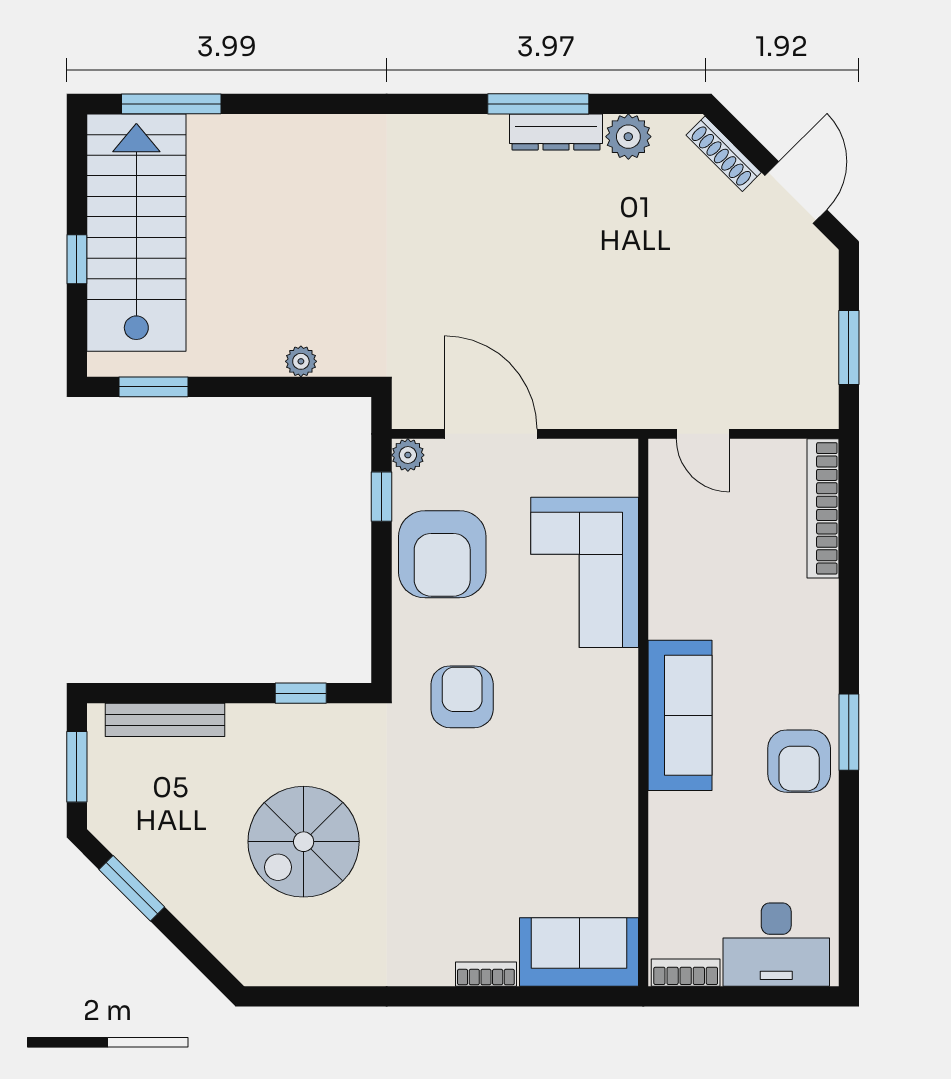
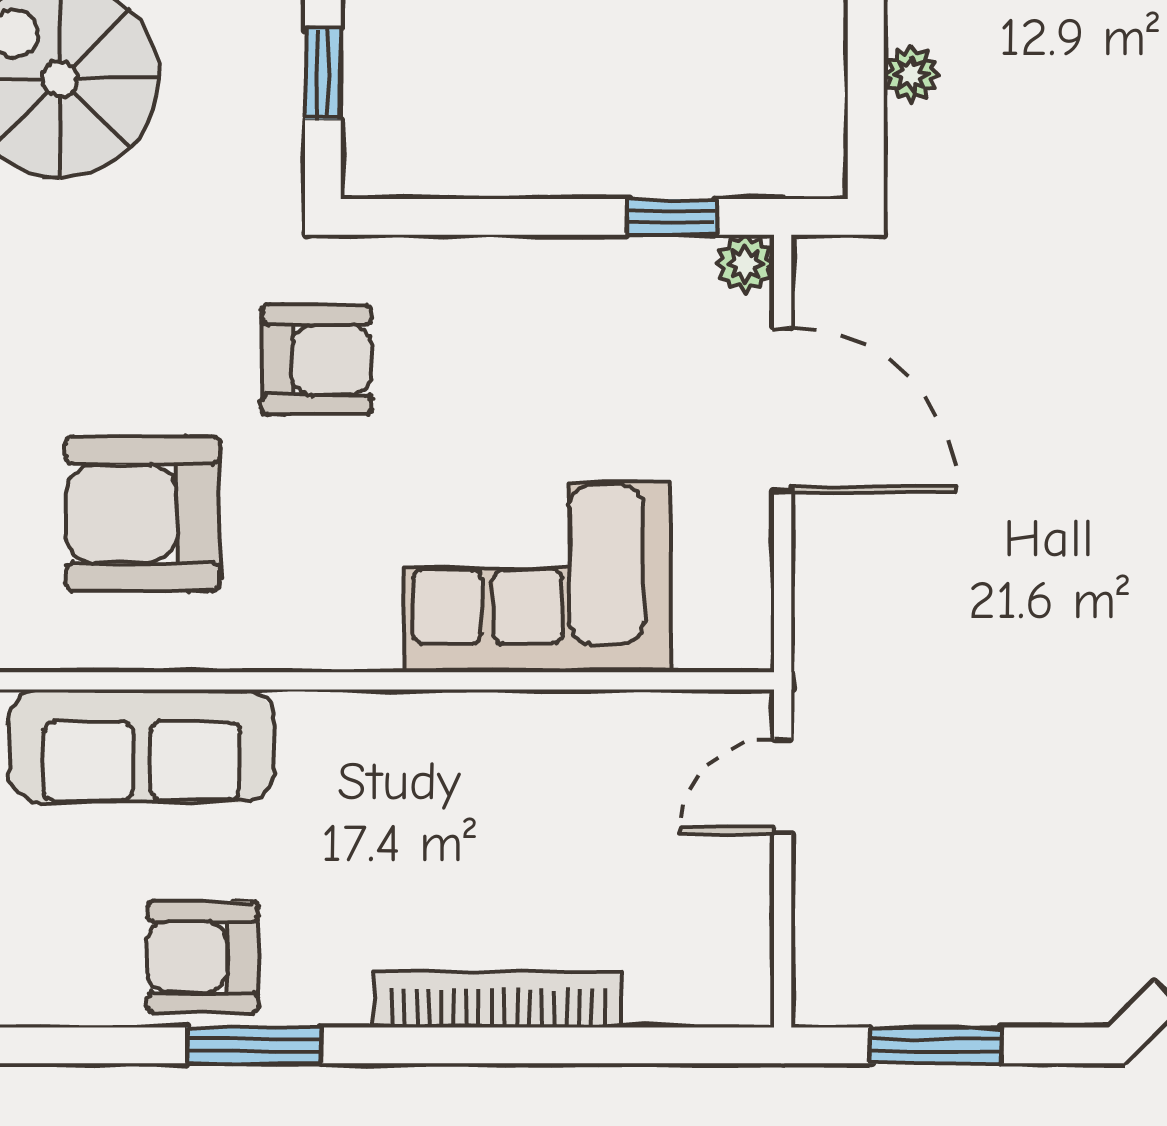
door: (491, 434) -> (783, 410), hinge flipped
bookcase: (823, 508) -> (498, 999), moved
armchair: (442, 554) -> (143, 514), moved
sofa: (680, 715) -> (141, 746), moved

